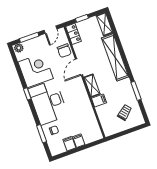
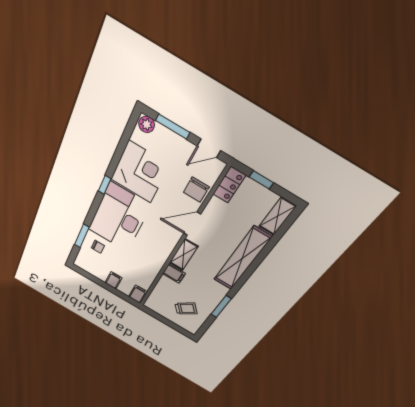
filing cabinet: (69, 144) -> (138, 294), moved

